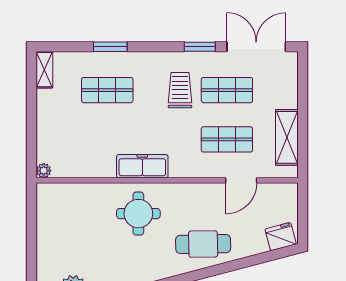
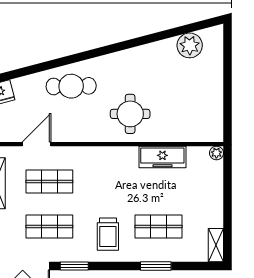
trolley: (180, 90) -> (108, 234), moved
freezer: (142, 166) -> (162, 157), moved

